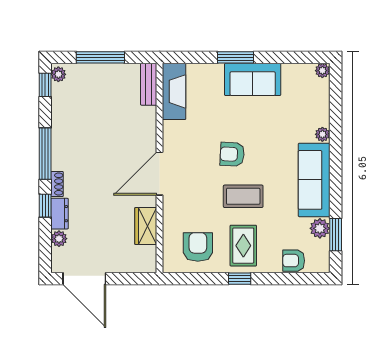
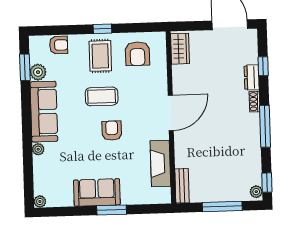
fireplace: (174, 91) -> (160, 164), moved
armchair: (232, 154) -> (112, 131), turned -93
window: (45, 206) -> (263, 66), moved
wardrobe: (146, 226) -> (180, 49), moved
plant: (59, 239) -> (252, 57), removed

